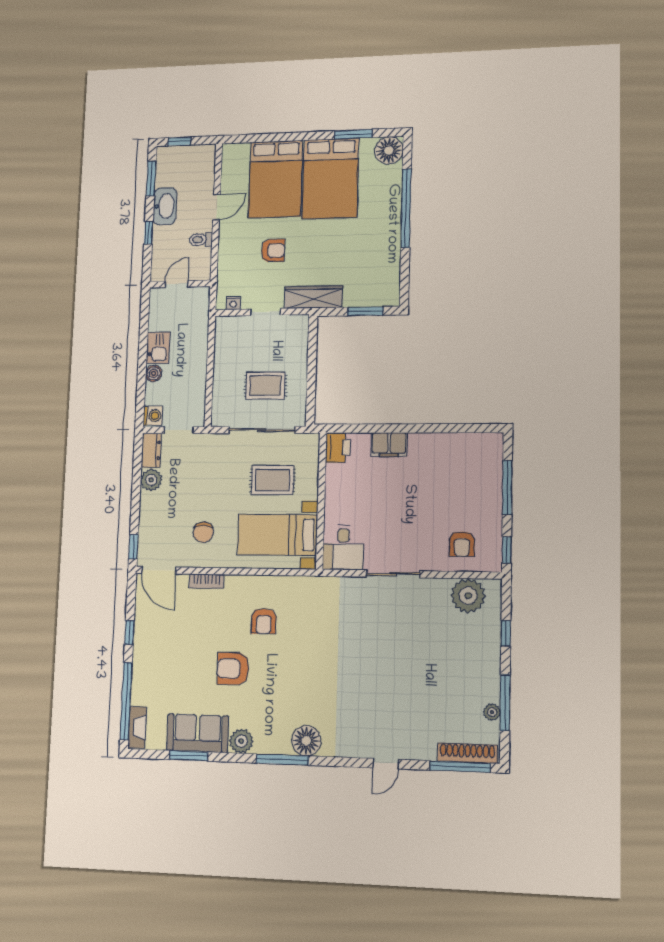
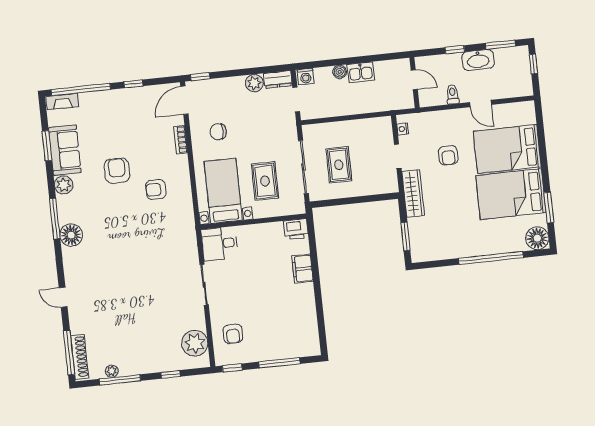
armchair: (462, 544) -> (233, 334), turned -90

